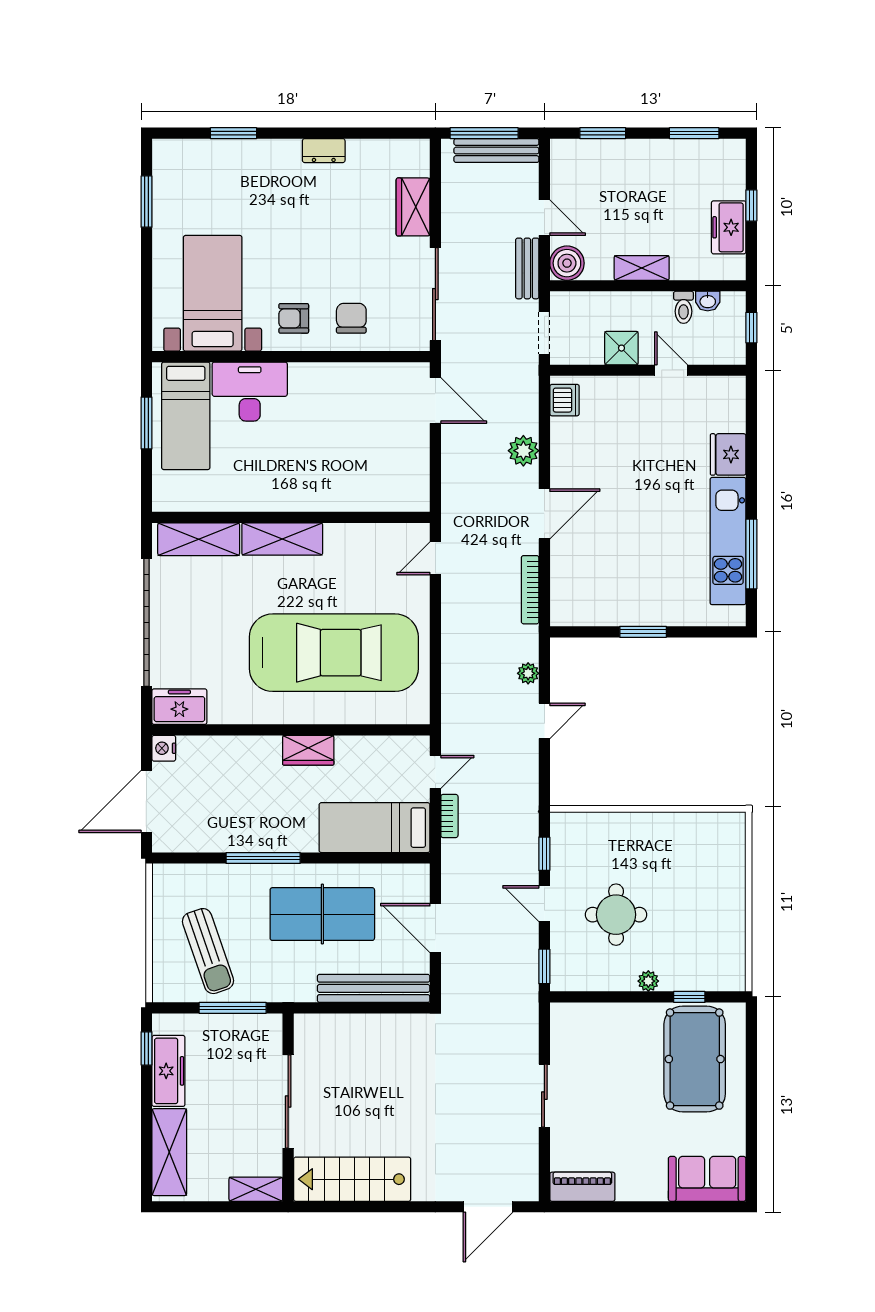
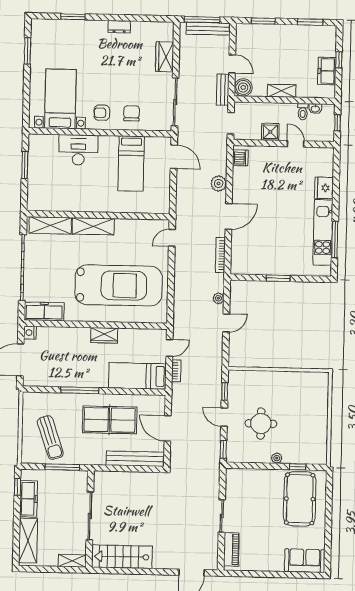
bed: (186, 416) -> (131, 164), moved
freezer: (179, 707) -> (44, 311), width x1.40
piano: (582, 1187) -> (231, 549), moved, turned 90

